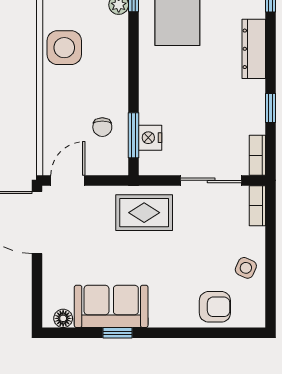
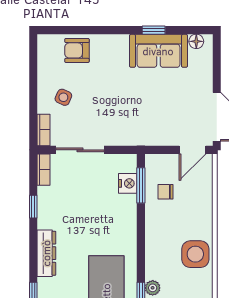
chair: (102, 127) -> (165, 192), turned -90
rug: (144, 213) -> (133, 124), removed
side table: (246, 268) -> (63, 97), moved

